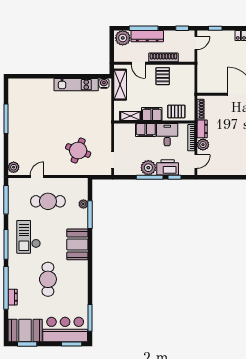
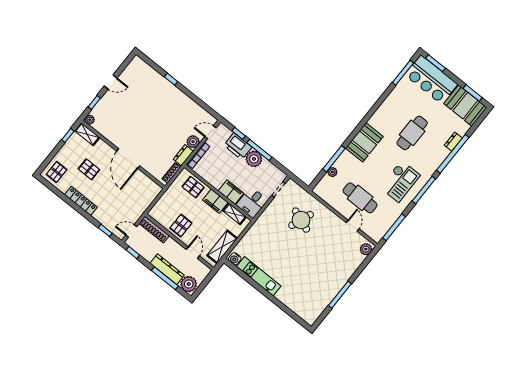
shoe rack: (163, 57) -> (154, 230), moved
desk: (167, 135) -> (252, 202), moved
door: (37, 176) -> (353, 226), swing flipped

